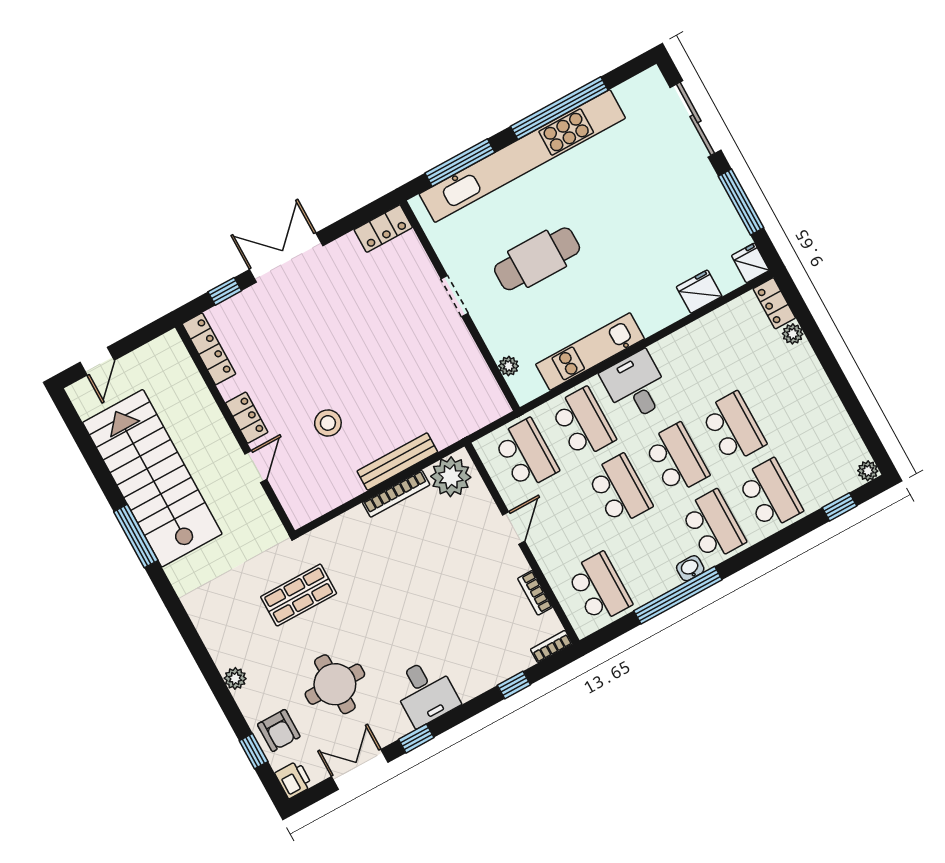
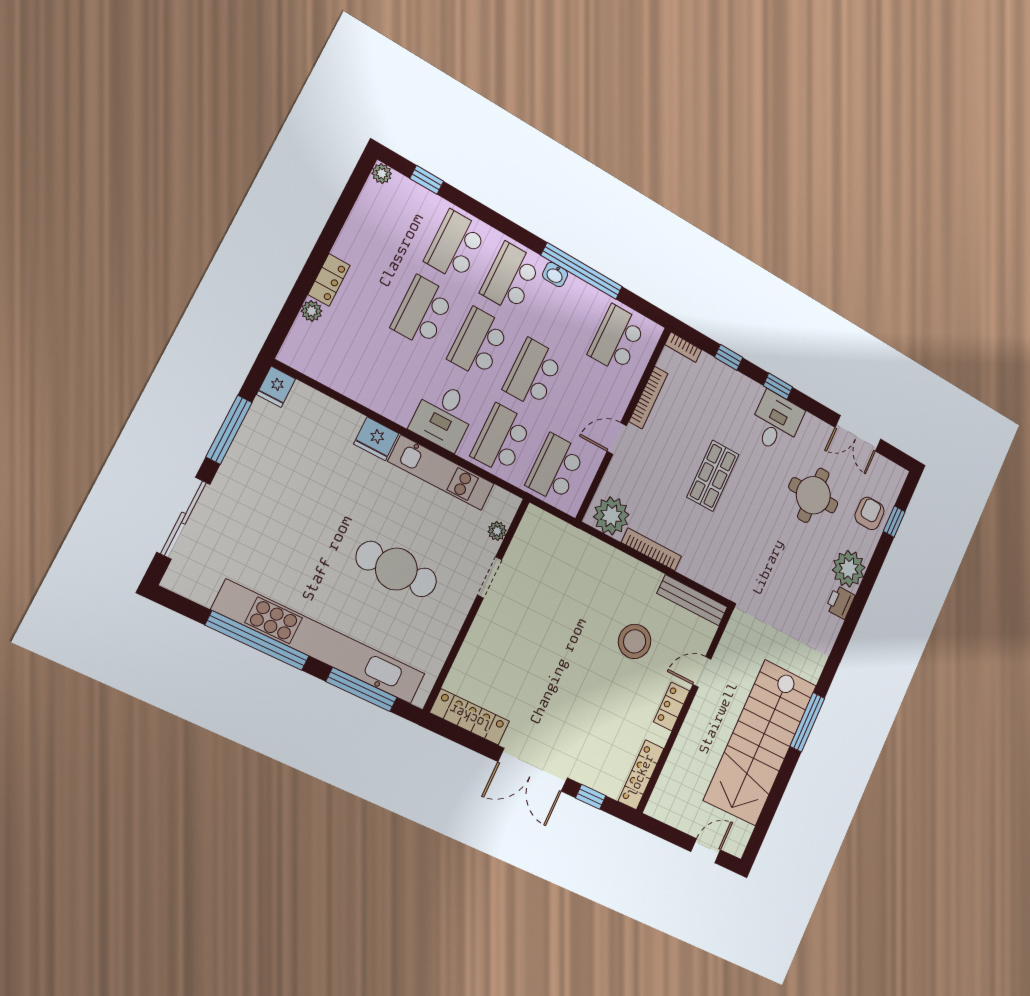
locker: (383, 229) -> (470, 717), width x1.53
fridge: (699, 292) -> (376, 439), moved
doorway: (455, 296) -> (490, 577), moved
locker: (774, 303) -> (329, 280), moved
stool: (328, 423) -> (635, 641), width x1.38, depth x1.38
bench: (397, 462) -> (692, 600), moved
bookcase: (535, 593) -> (648, 398), width x1.56
shop shelf: (299, 595) -> (713, 476), moved, turned 90
plant: (235, 678) -> (849, 569), width x1.87, depth x1.87
window: (416, 738) -> (778, 386), moved
printer: (294, 780) -> (840, 602), moved

